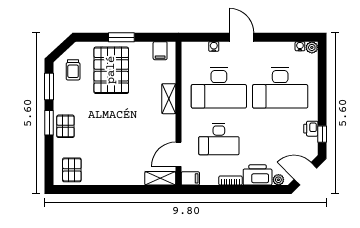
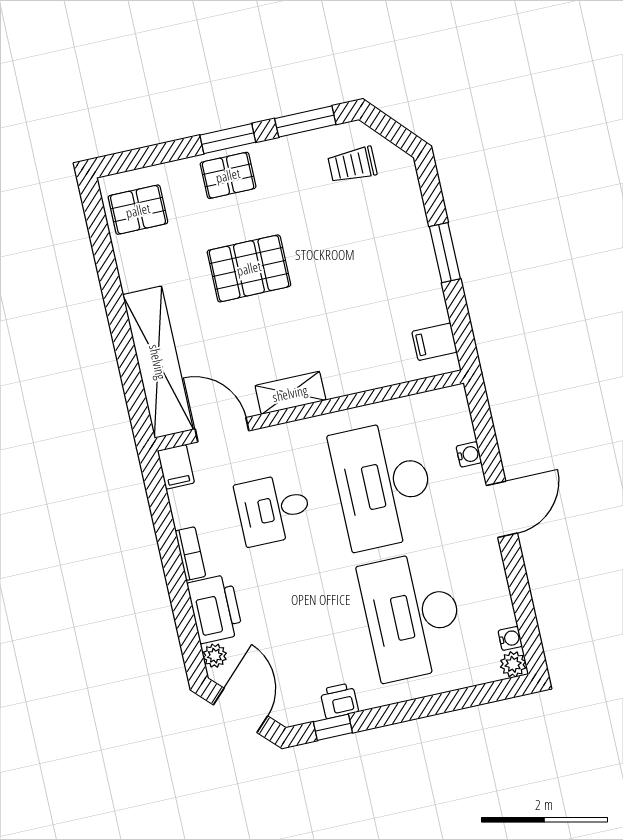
pallet: (111, 70) -> (249, 268), moved, width x0.73, depth x0.71
shelving: (169, 99) -> (290, 393), moved
desk: (219, 139) -> (273, 509), width x0.73
shelving: (160, 178) -> (158, 362), width x2.20, depth x1.33

